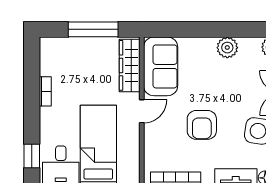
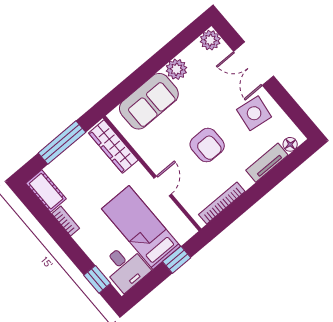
cot: (50, 56) -> (46, 191), added
sofa: (161, 66) -> (149, 101), moved, turned 90
door: (142, 111) -> (163, 186), moved

